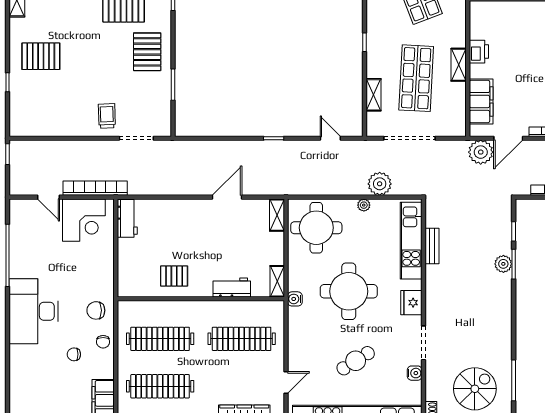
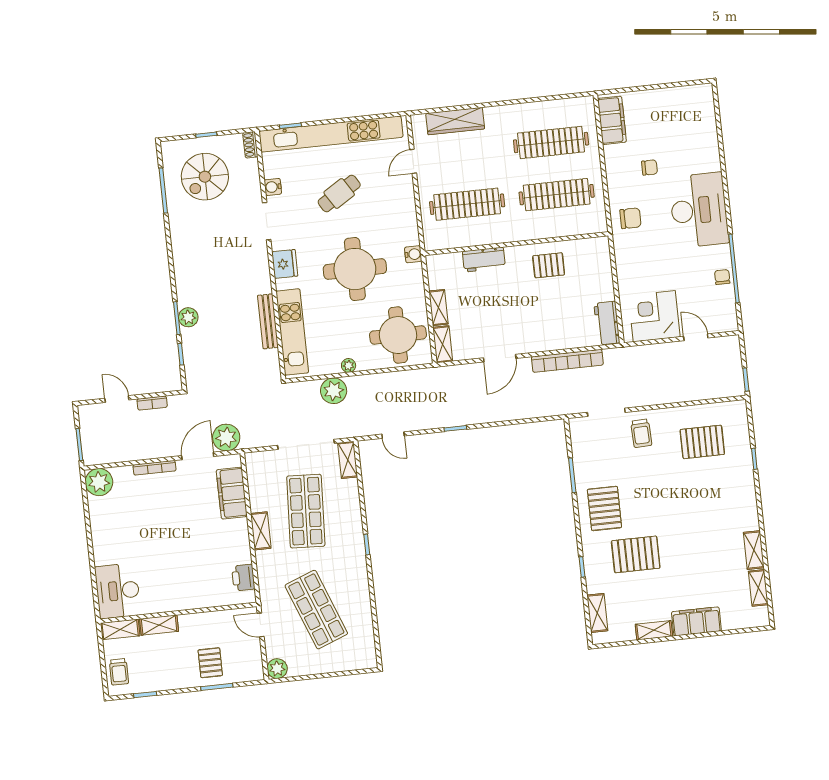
printer: (479, 52) -> (243, 578), moved
pallet: (41, 56) -> (702, 442), moved
shelving: (374, 95) -> (348, 460), moved
bookcase: (95, 188) -> (567, 361), moved
bench: (432, 246) -> (268, 321), width x1.36
shelving: (277, 281) -> (438, 308), moved
chair: (103, 342) -> (722, 277), moved

